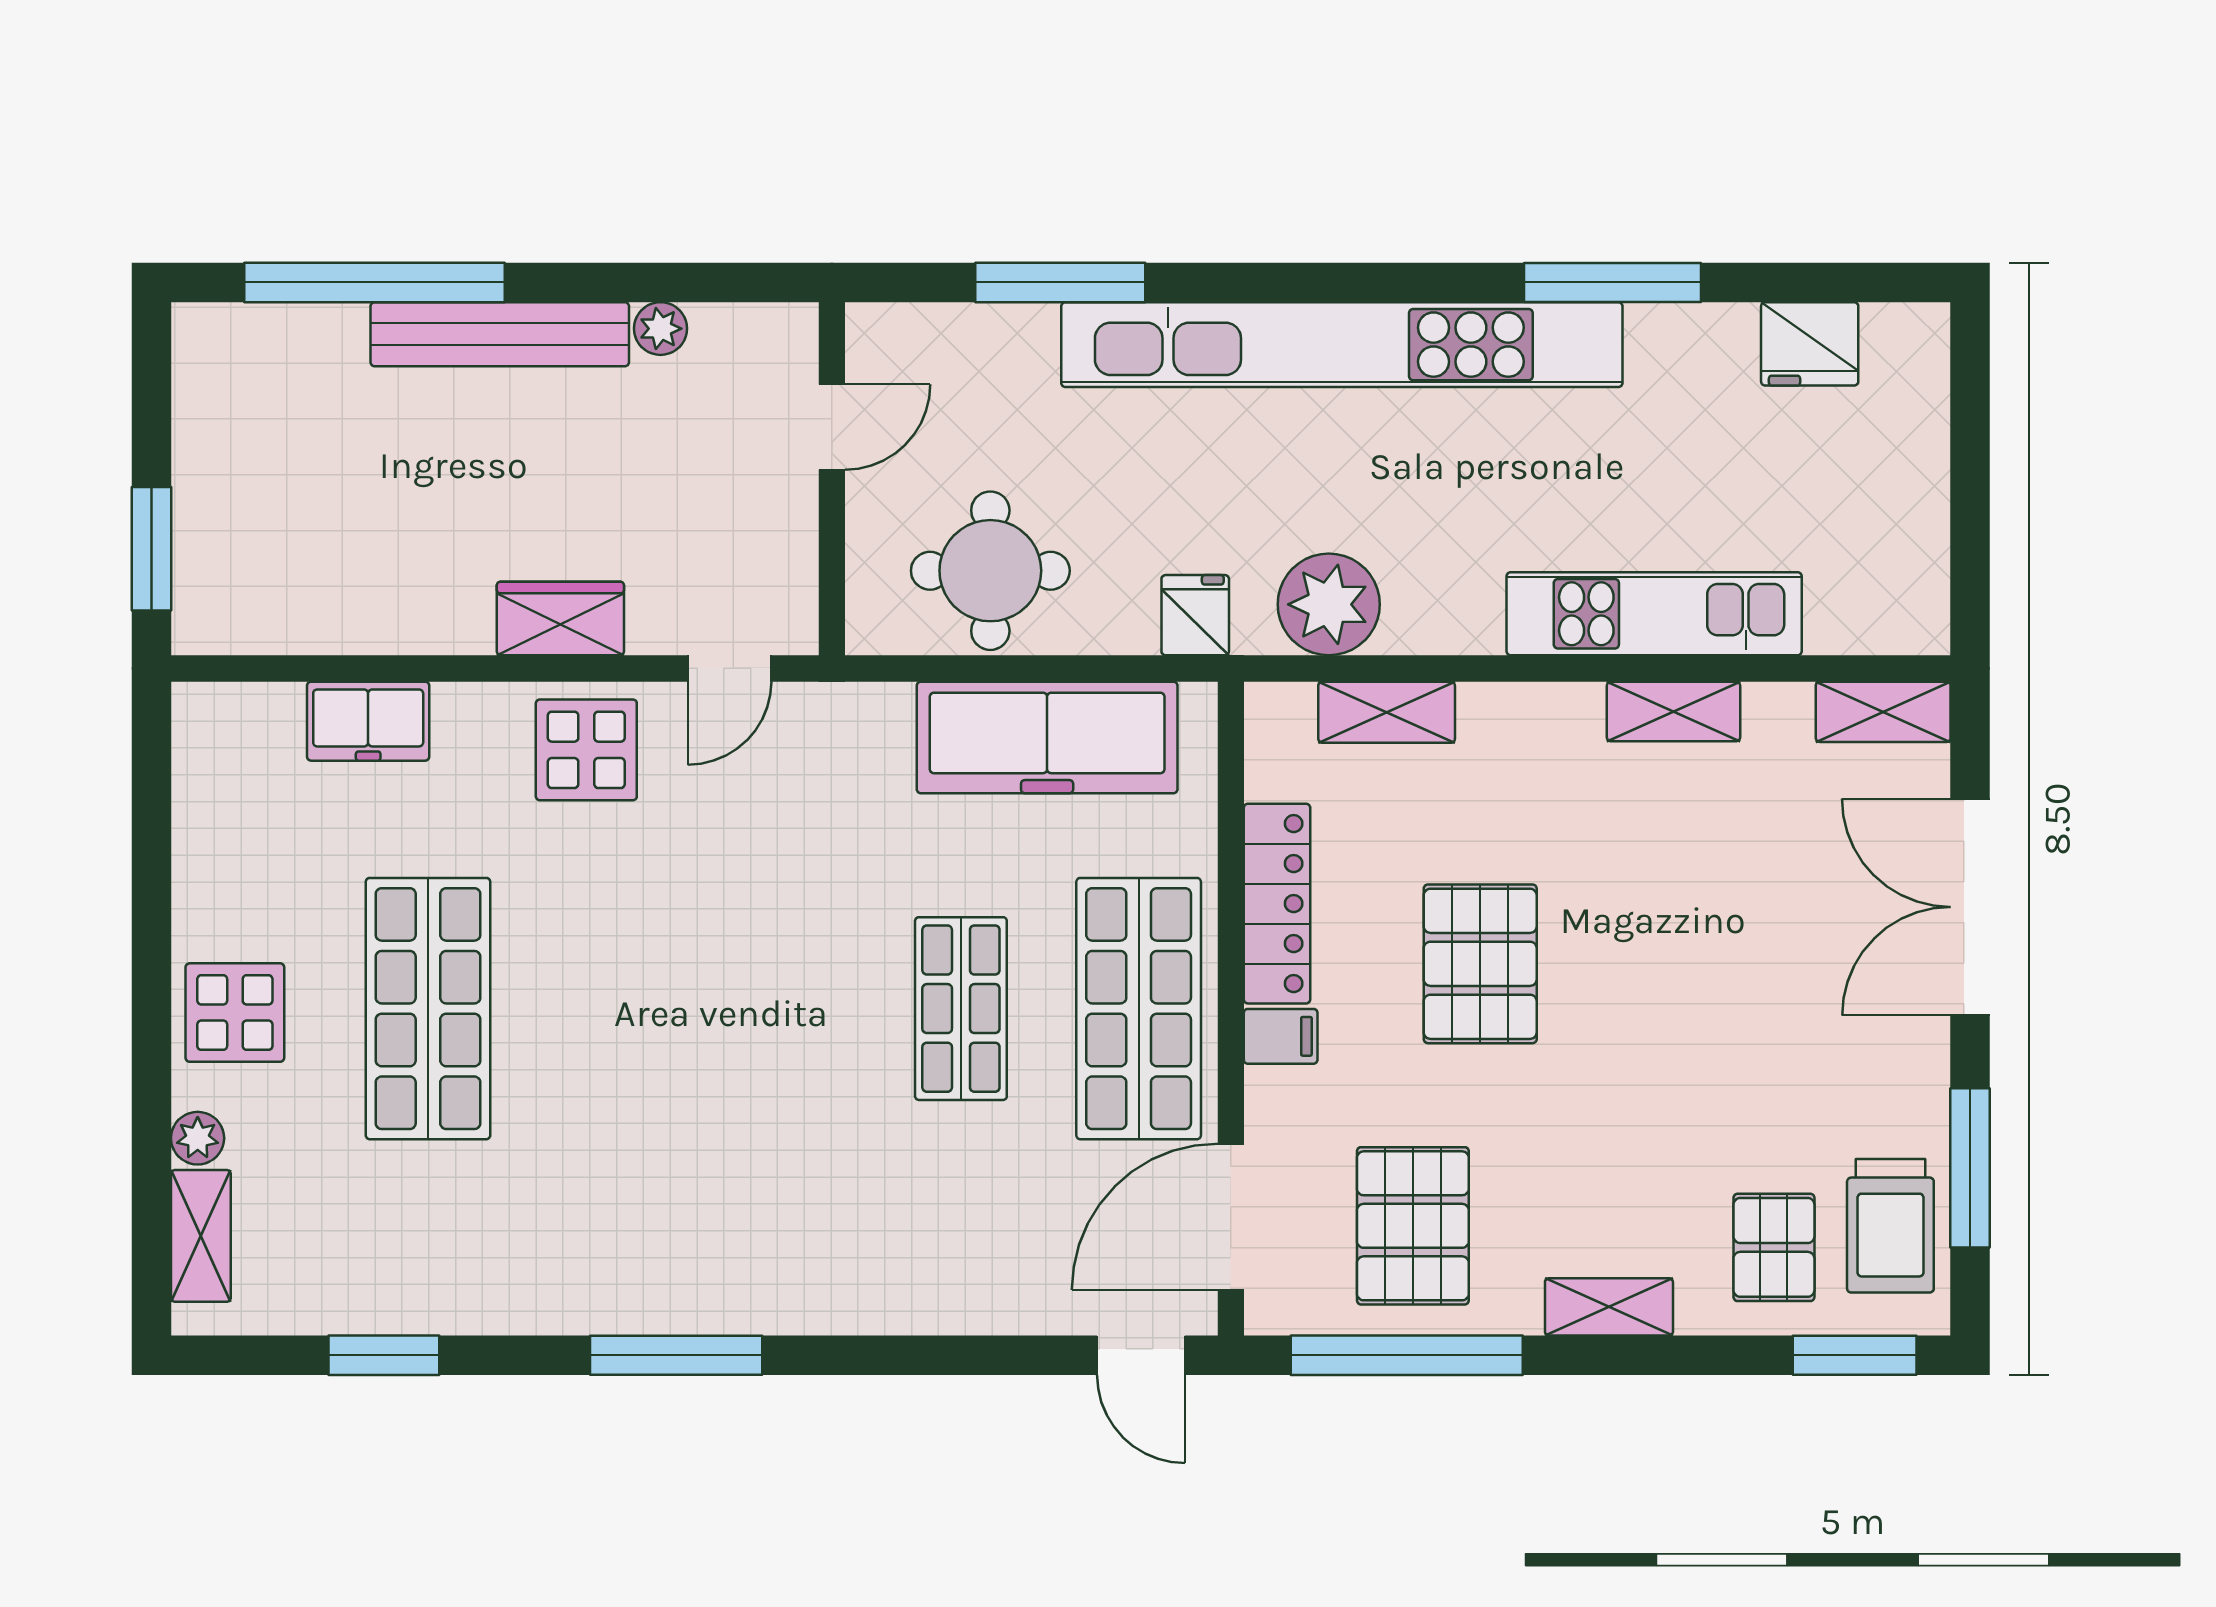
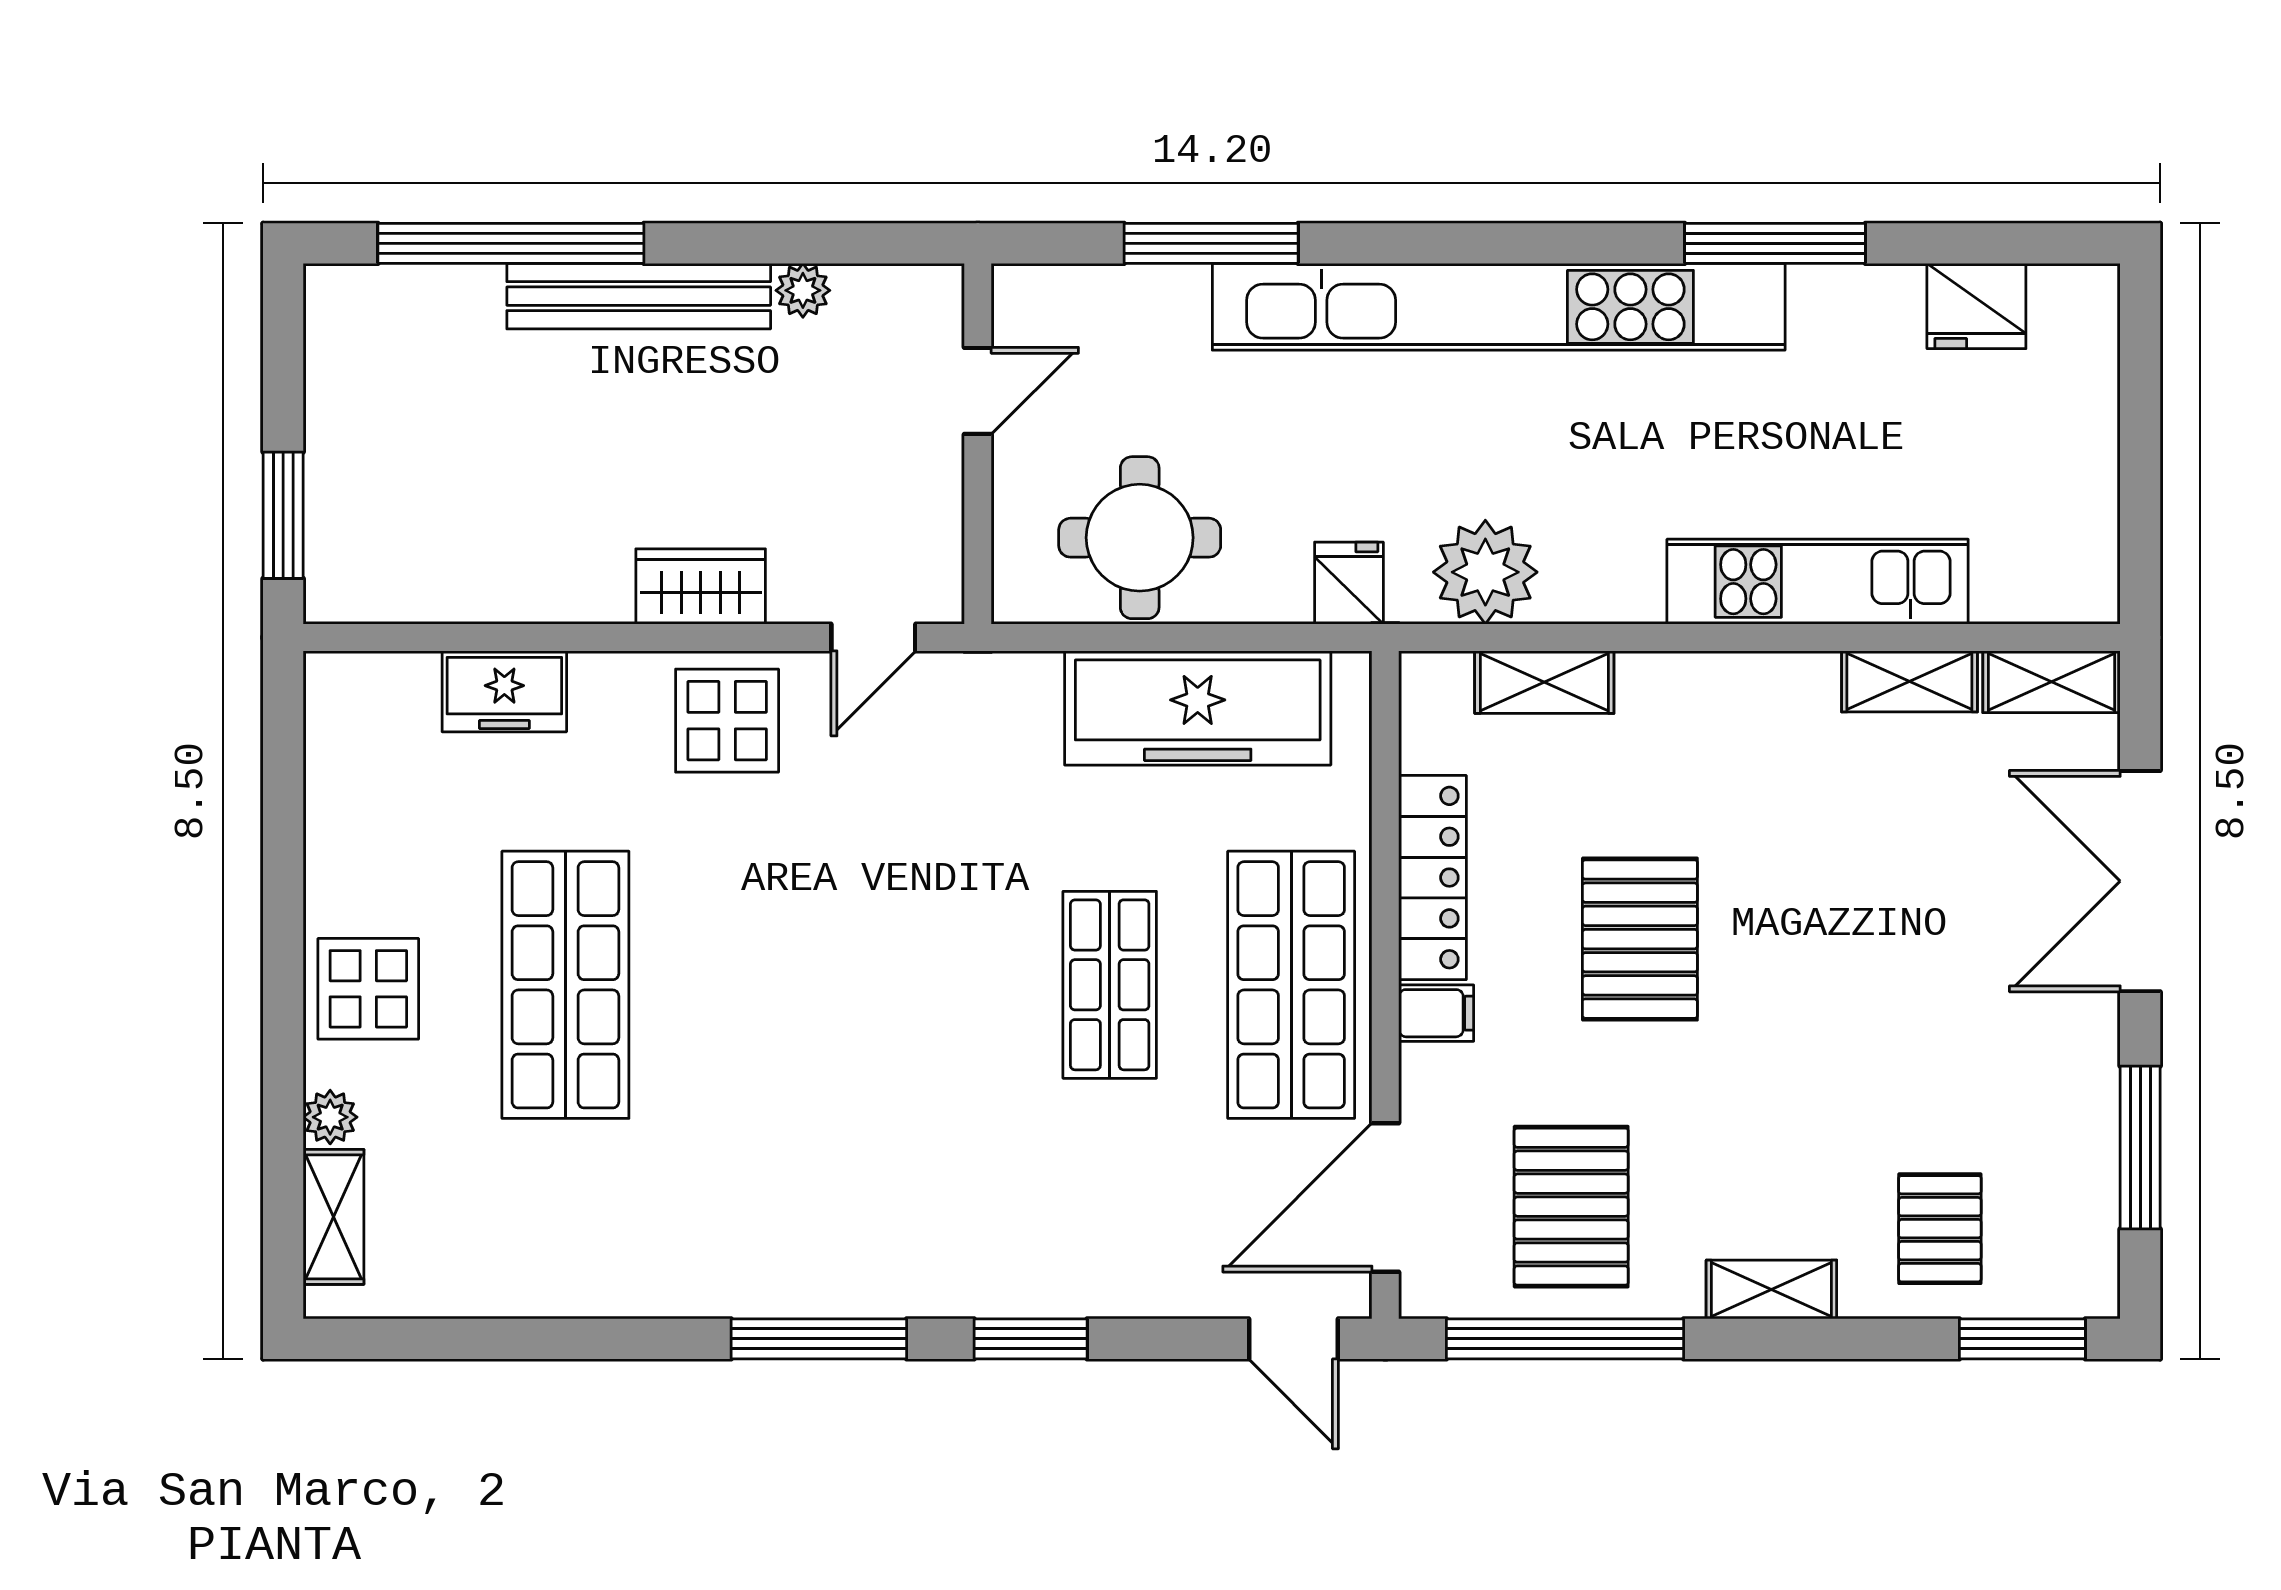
shelving: (1673, 711) -> (1909, 681), moved
trolley: (1890, 1226) -> (2059, 1206), removed
window: (384, 1355) -> (1031, 1339), moved

